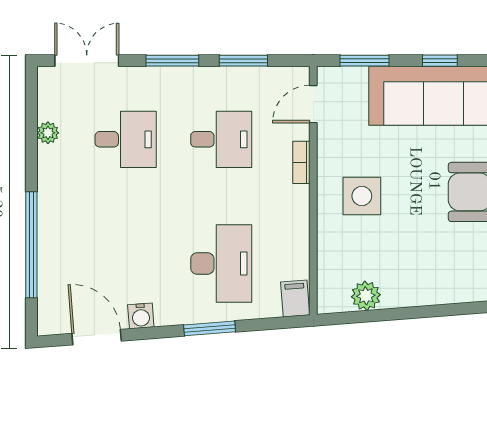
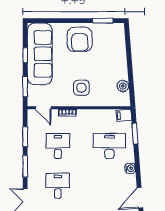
water cooler: (141, 316) -> (130, 168), moved
window: (210, 328) -> (135, 134), moved

